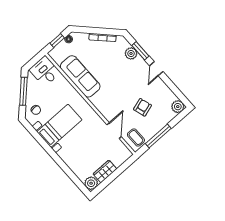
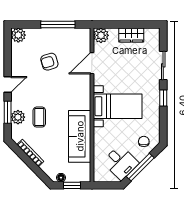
desk: (45, 71) -> (121, 162), moved, turned -45
bed with nightstands: (59, 126) -> (118, 106), moved, turned 180
coffee table: (136, 137) -> (39, 117), moved
window: (48, 149) -> (163, 98), added
sliding door: (67, 170) -> (163, 65), added
plant: (91, 183) -> (101, 35), moved

